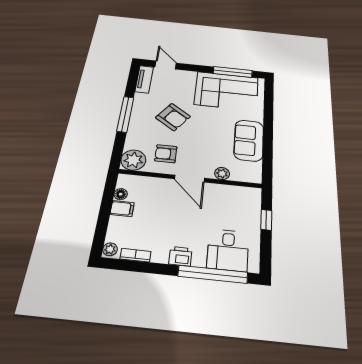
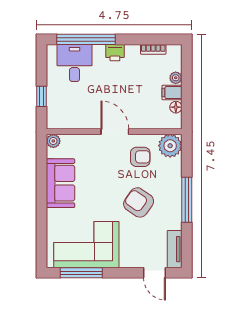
plant: (222, 174) -> (53, 141), moved
plant: (110, 249) -> (176, 78), moved

